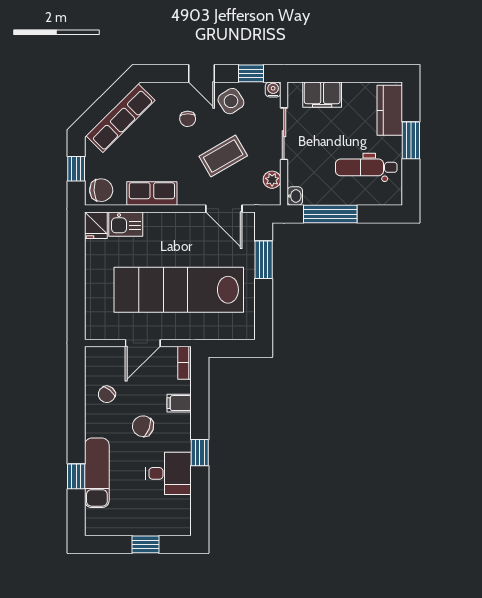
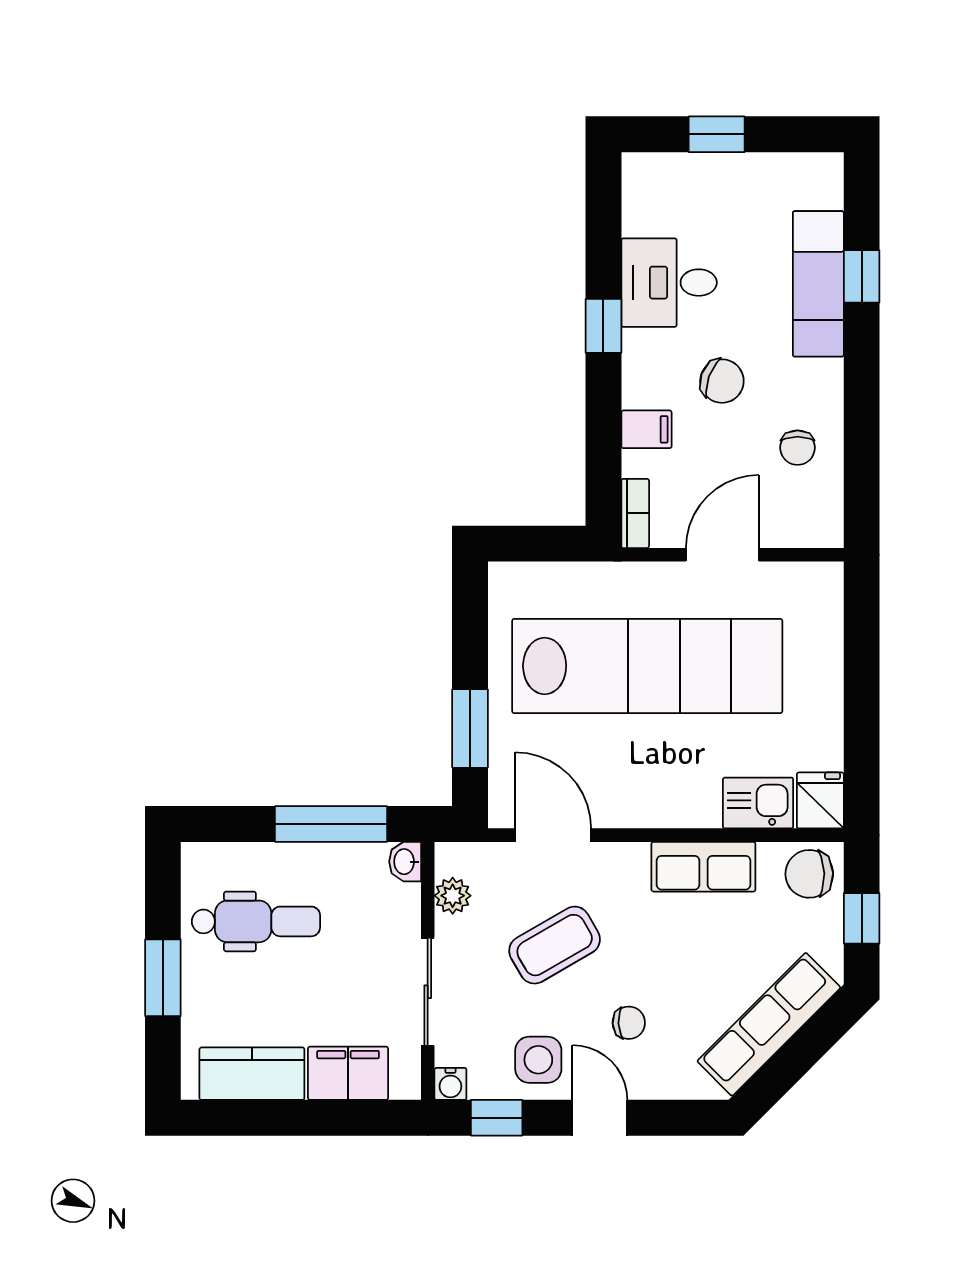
side table: (231, 101) -> (538, 1060), turned 33
kitchen counter: (390, 110) -> (252, 1074), moved, turned -90
chair: (188, 119) -> (629, 1023), turned 88
chair: (107, 394) -> (798, 448), turned 140

